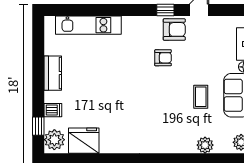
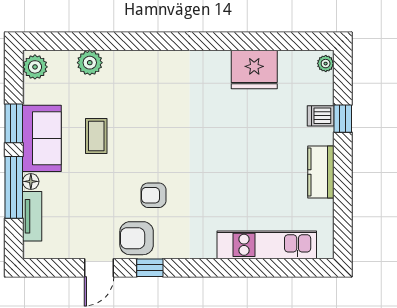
window: (38, 126) -> (343, 119), moved
plant: (54, 140) -> (326, 64), width x0.53, depth x0.53
fridge: (84, 141) -> (254, 70), moved

